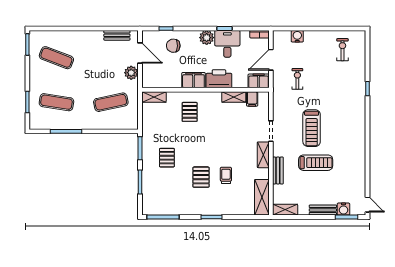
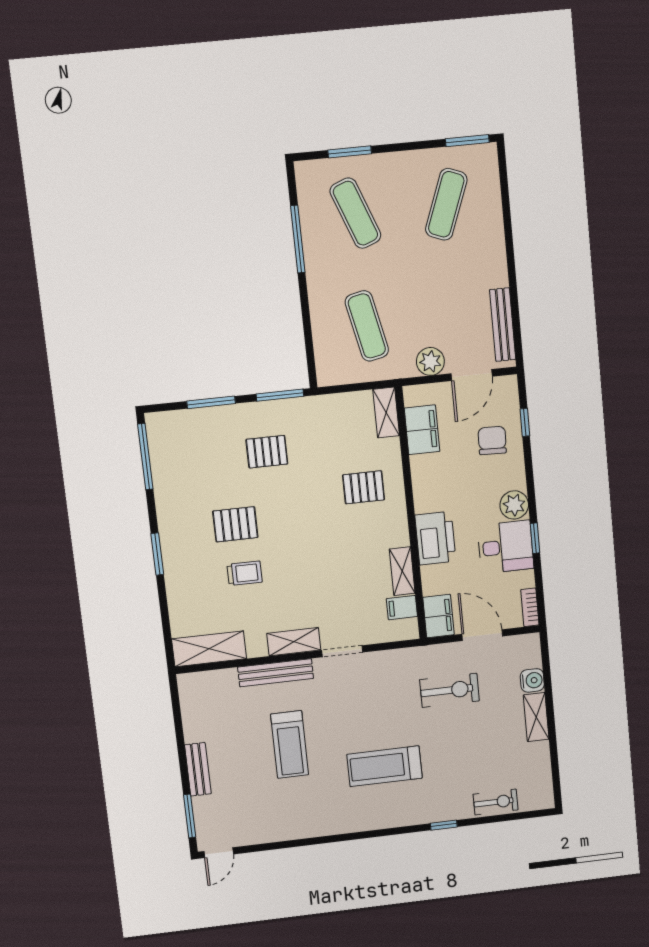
bench: (117, 35) -> (503, 325), width x1.36
exercise bike: (342, 50) -> (496, 802), moved
exercise bike: (297, 79) -> (450, 690), width x1.38, depth x1.39
filing cabinet: (193, 80) -> (422, 430), moved
exercise mat: (56, 102) -> (355, 213), turned -30
treadmill: (312, 128) -> (385, 766), moved
bench: (278, 171) -> (276, 673), width x1.36
water cooler: (343, 209) -> (205, 808), removed
shelving: (285, 210) -> (536, 717), moved

